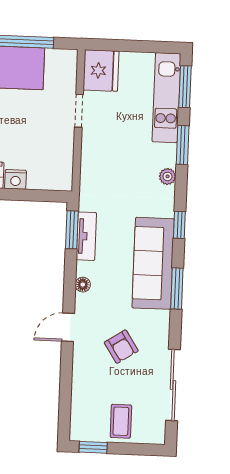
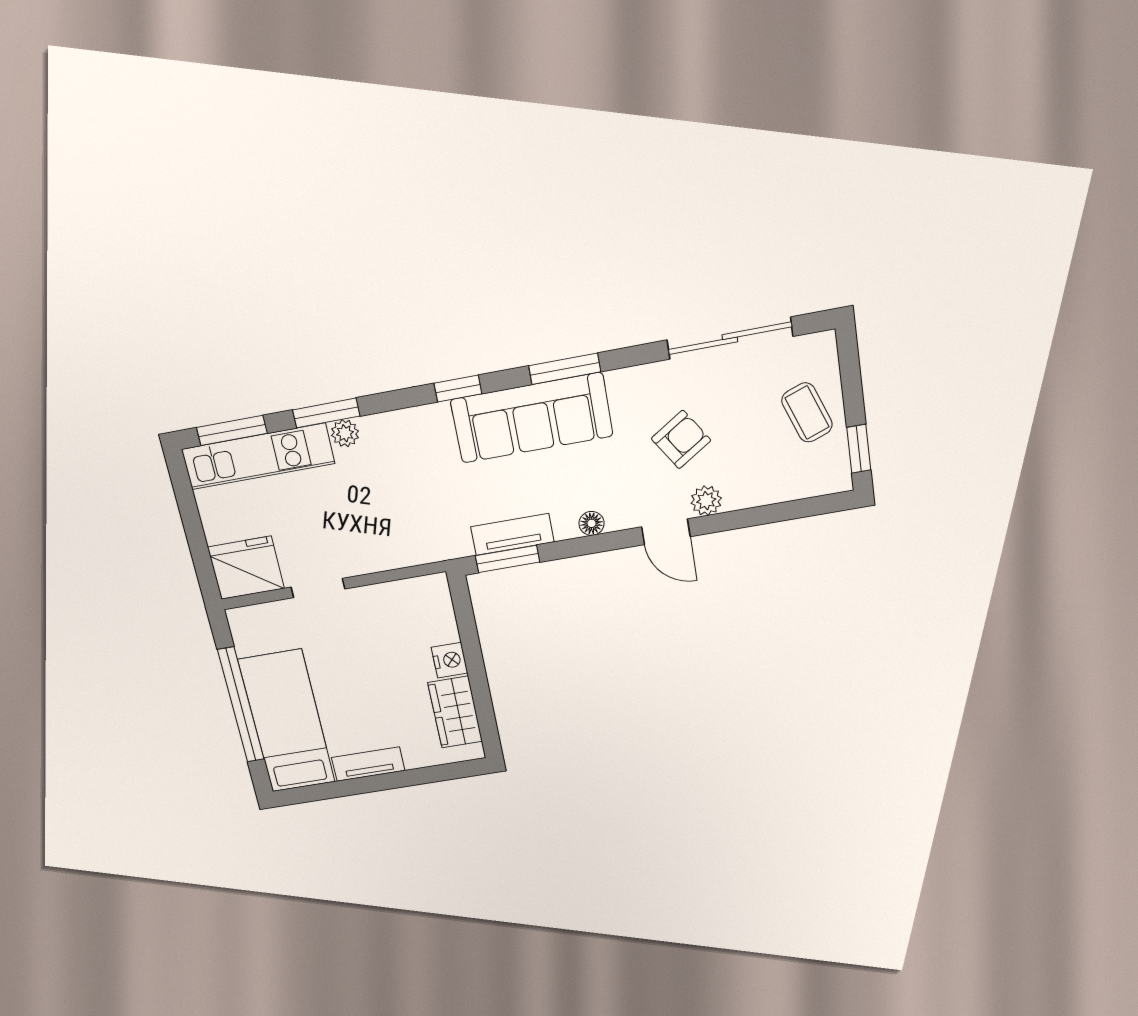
plant: (168, 176) -> (345, 433), moved
plant: (82, 354) -> (706, 501), added
coffee table: (121, 421) -> (807, 412), turned 70

